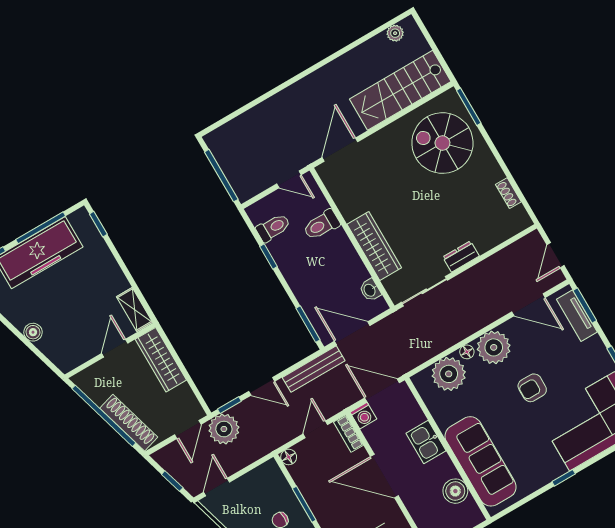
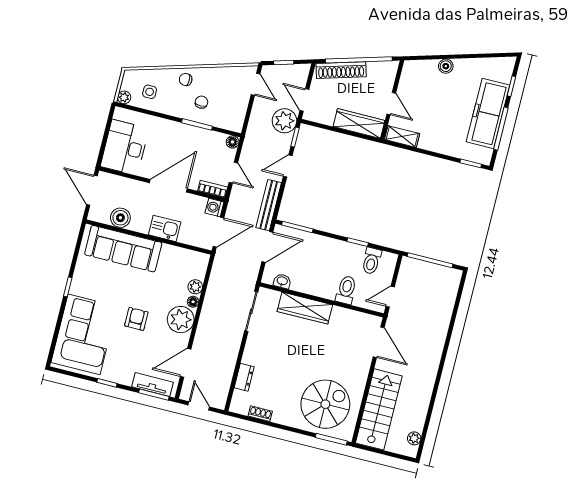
dresser: (461, 256) -> (244, 377), moved
plant: (449, 374) -> (195, 287), width x0.53, depth x0.53

